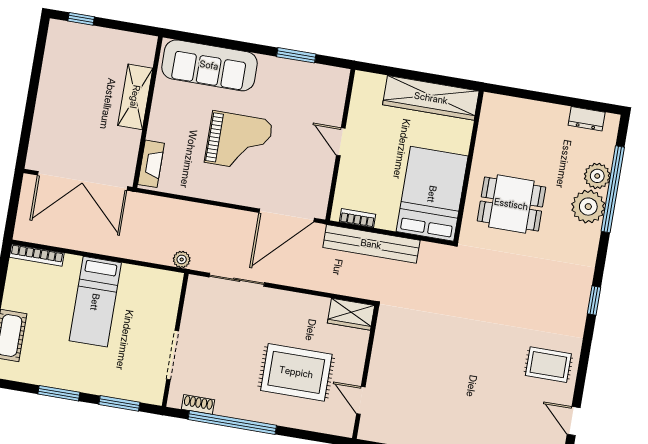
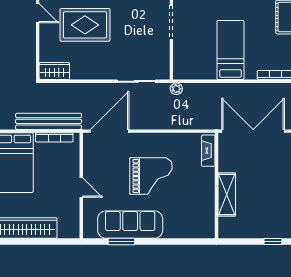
sofa: (209, 65) -> (130, 225), moved
grand piano: (239, 141) -> (151, 176), turned 180
bookcase: (358, 218) -> (54, 137), width x1.56

